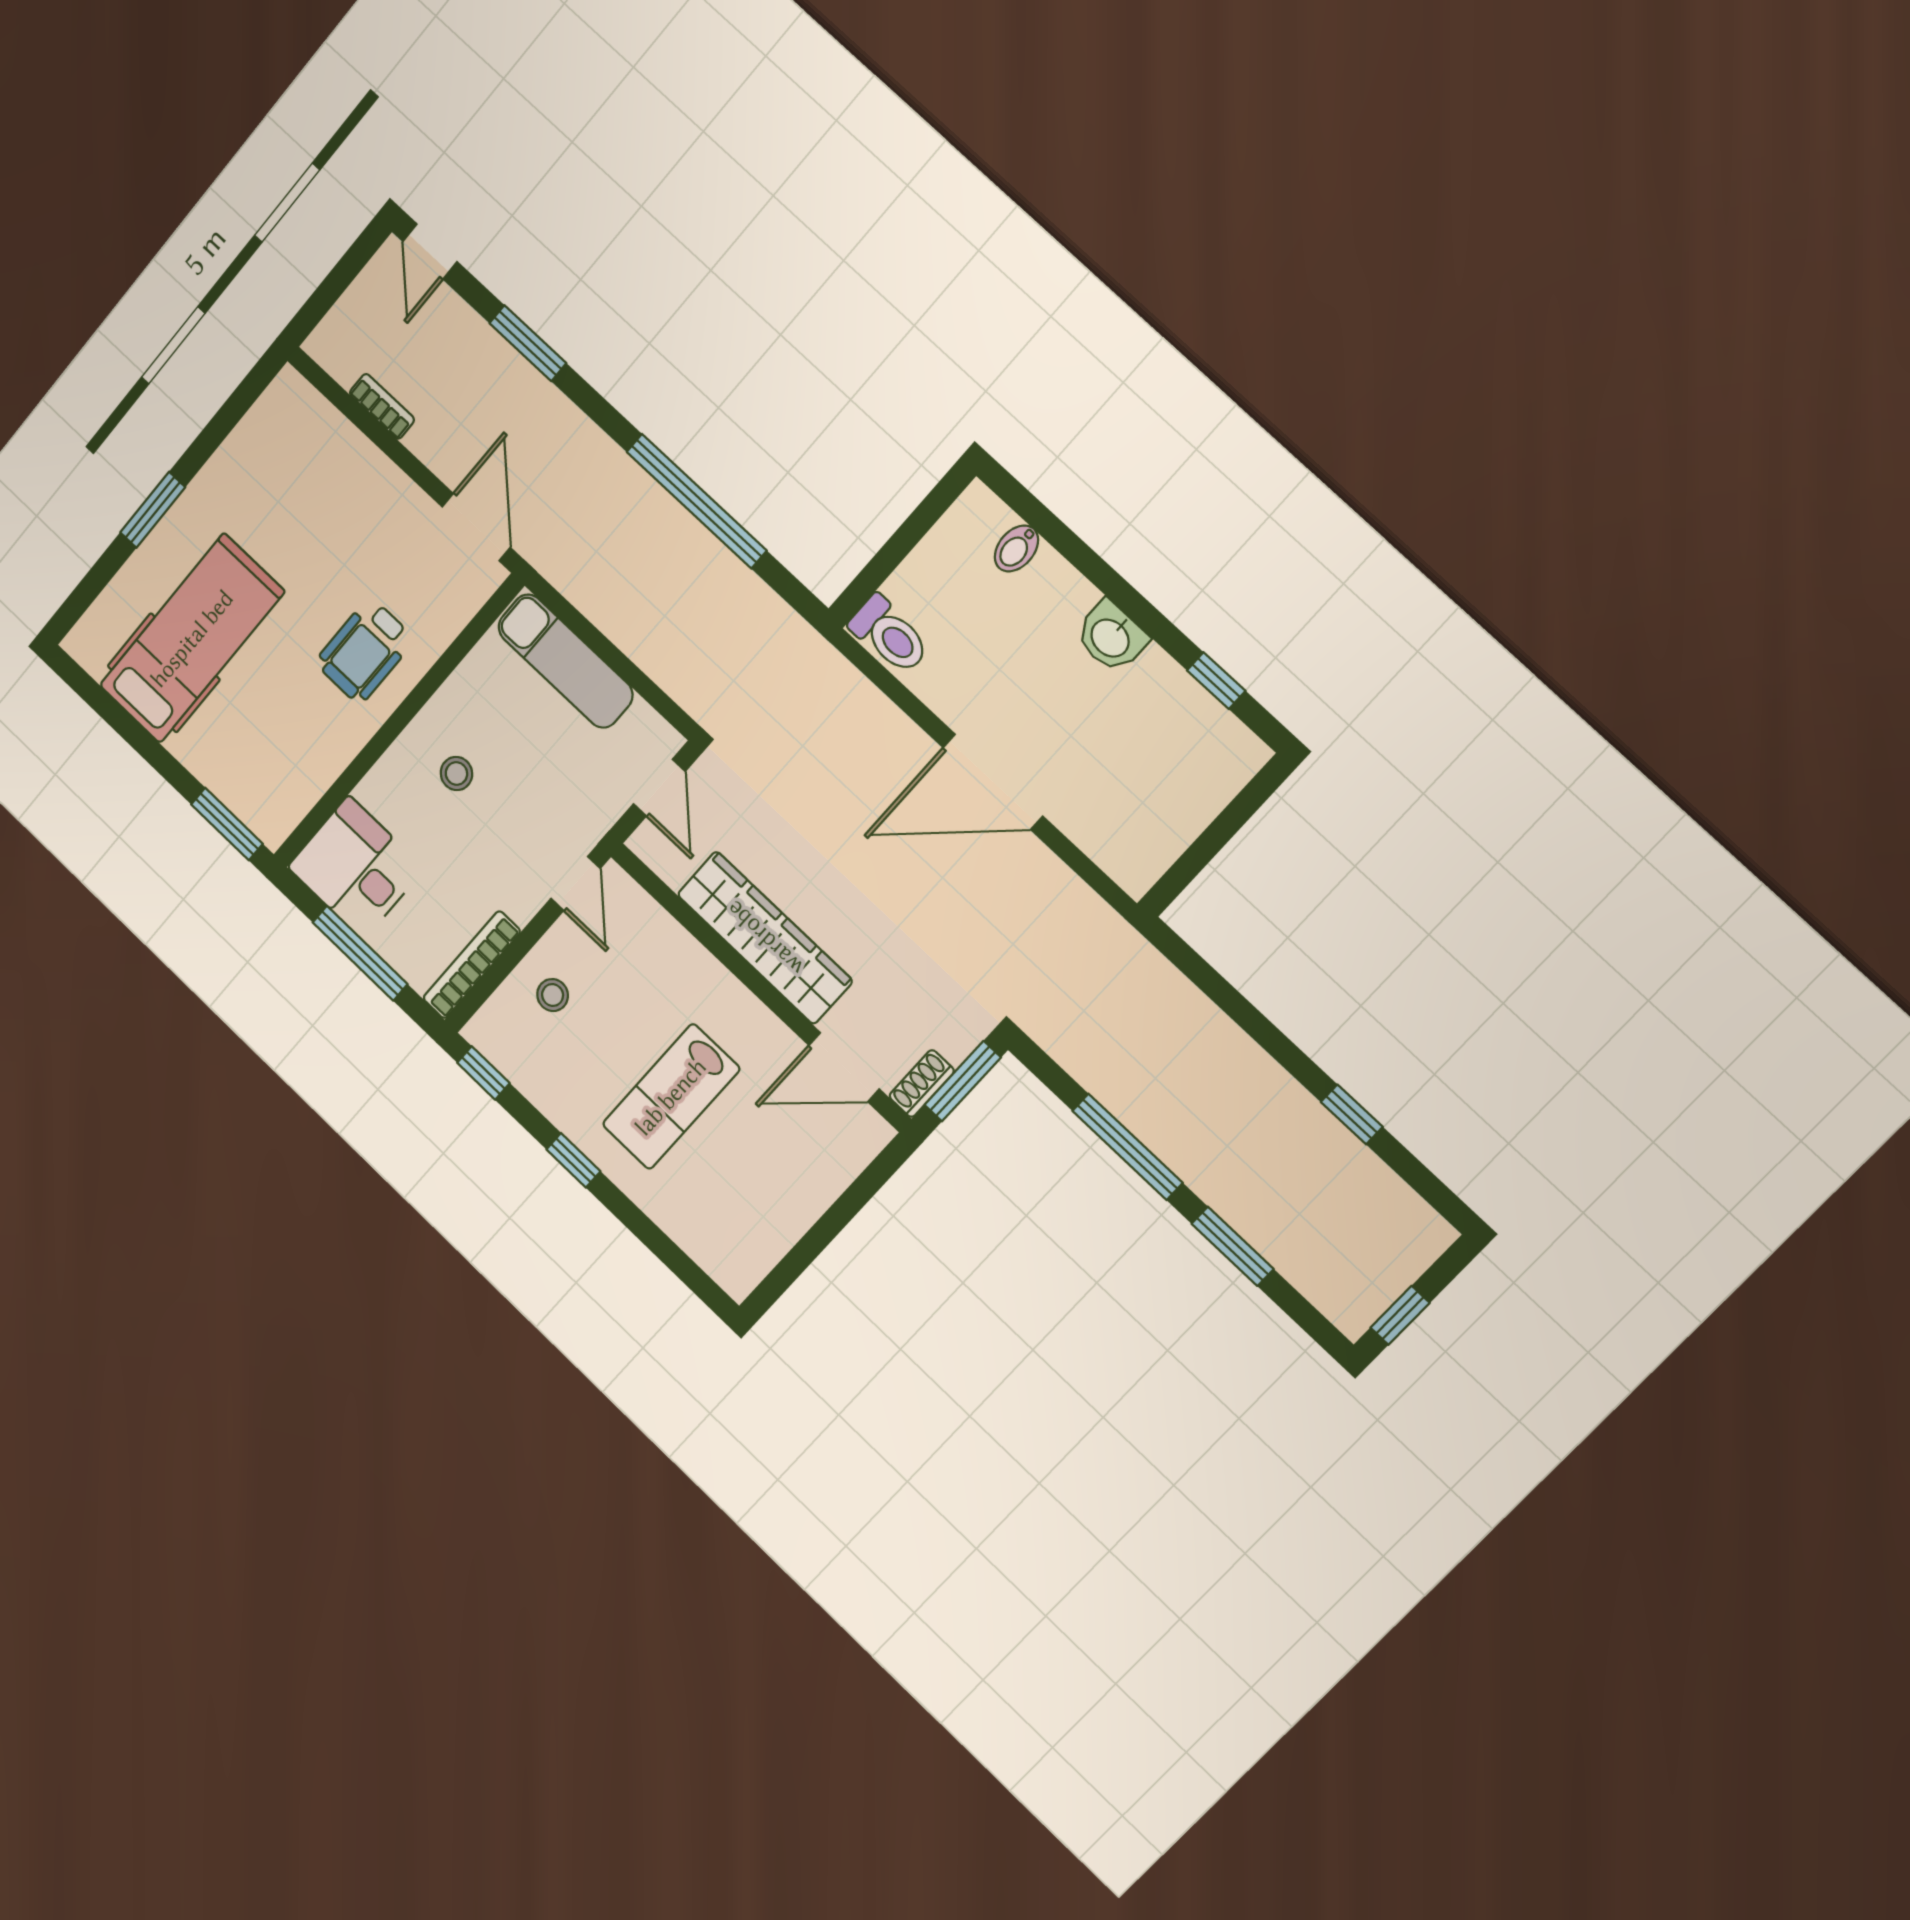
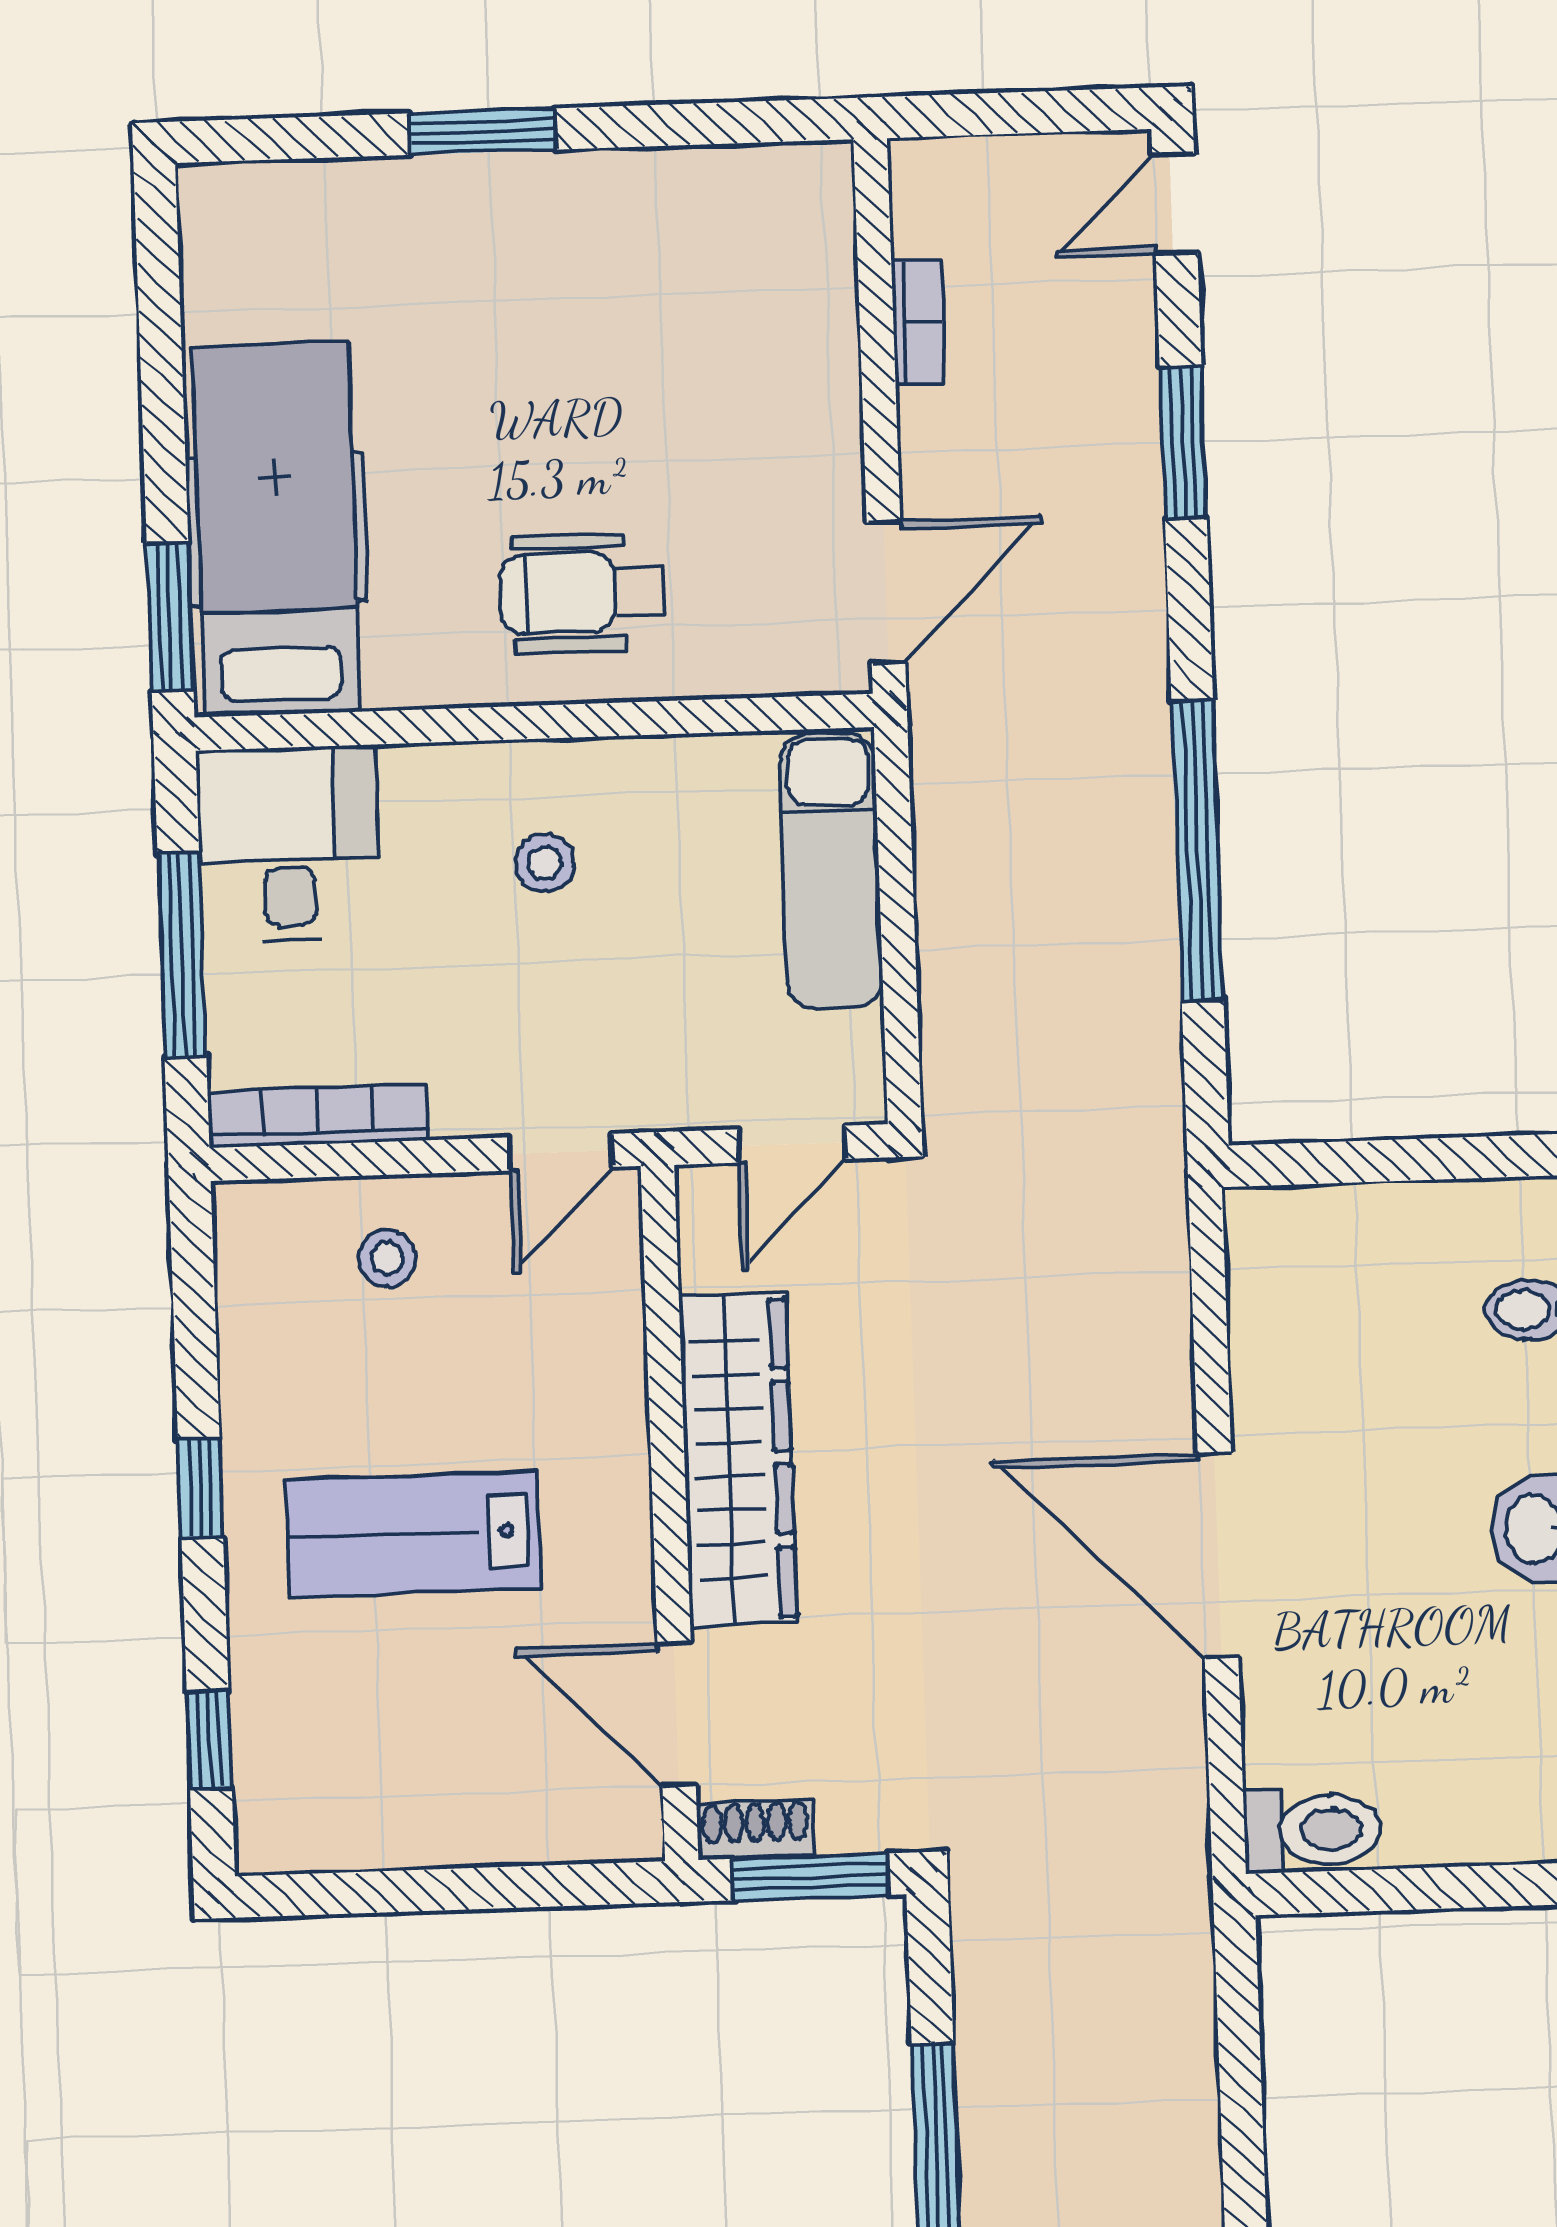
toilet: (890, 635) -> (1312, 1830), moved, turned -90
hospital bed: (192, 639) -> (277, 529), moved, turned -90
window: (483, 1073) -> (209, 1739), moved

